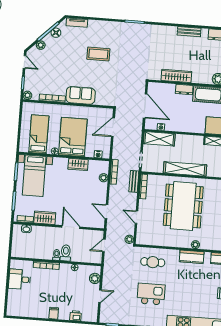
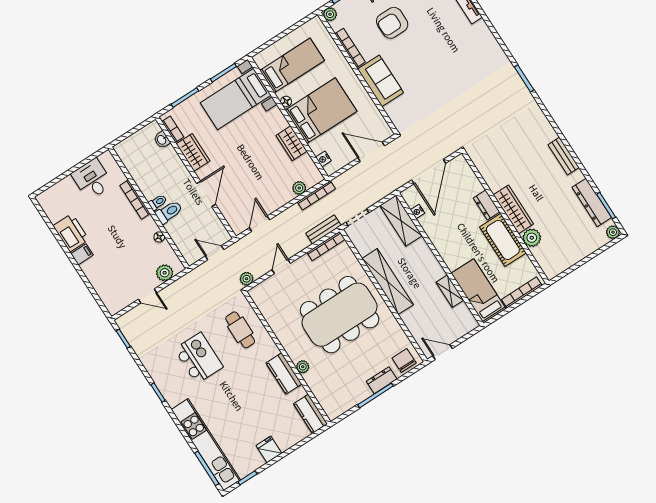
coffee table: (98, 54) -> (449, 64), removed
armchair: (56, 67) -> (392, 23), added
wardrobe: (176, 76) -> (513, 209), moved
printer: (76, 316) -> (71, 233), moved, width x1.87, depth x1.48

